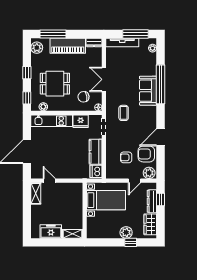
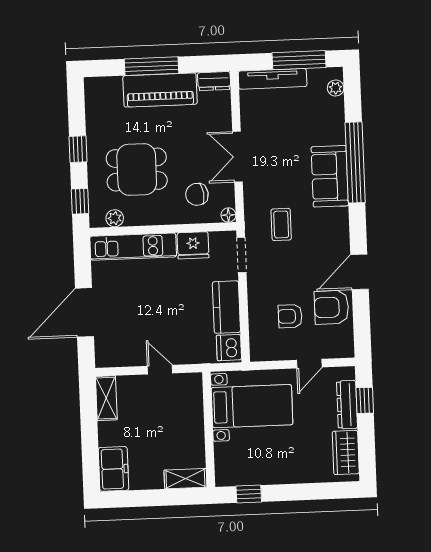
window: (53, 34) -> (152, 66), moved
plant: (37, 48) -> (96, 97), removed
plant: (149, 173) -> (339, 346), removed
door: (49, 181) -> (160, 370), moved
freezer: (51, 231) -> (113, 469), moved, turned 90
plant: (126, 232) -> (296, 471), removed
window: (131, 242) -> (249, 494), moved

